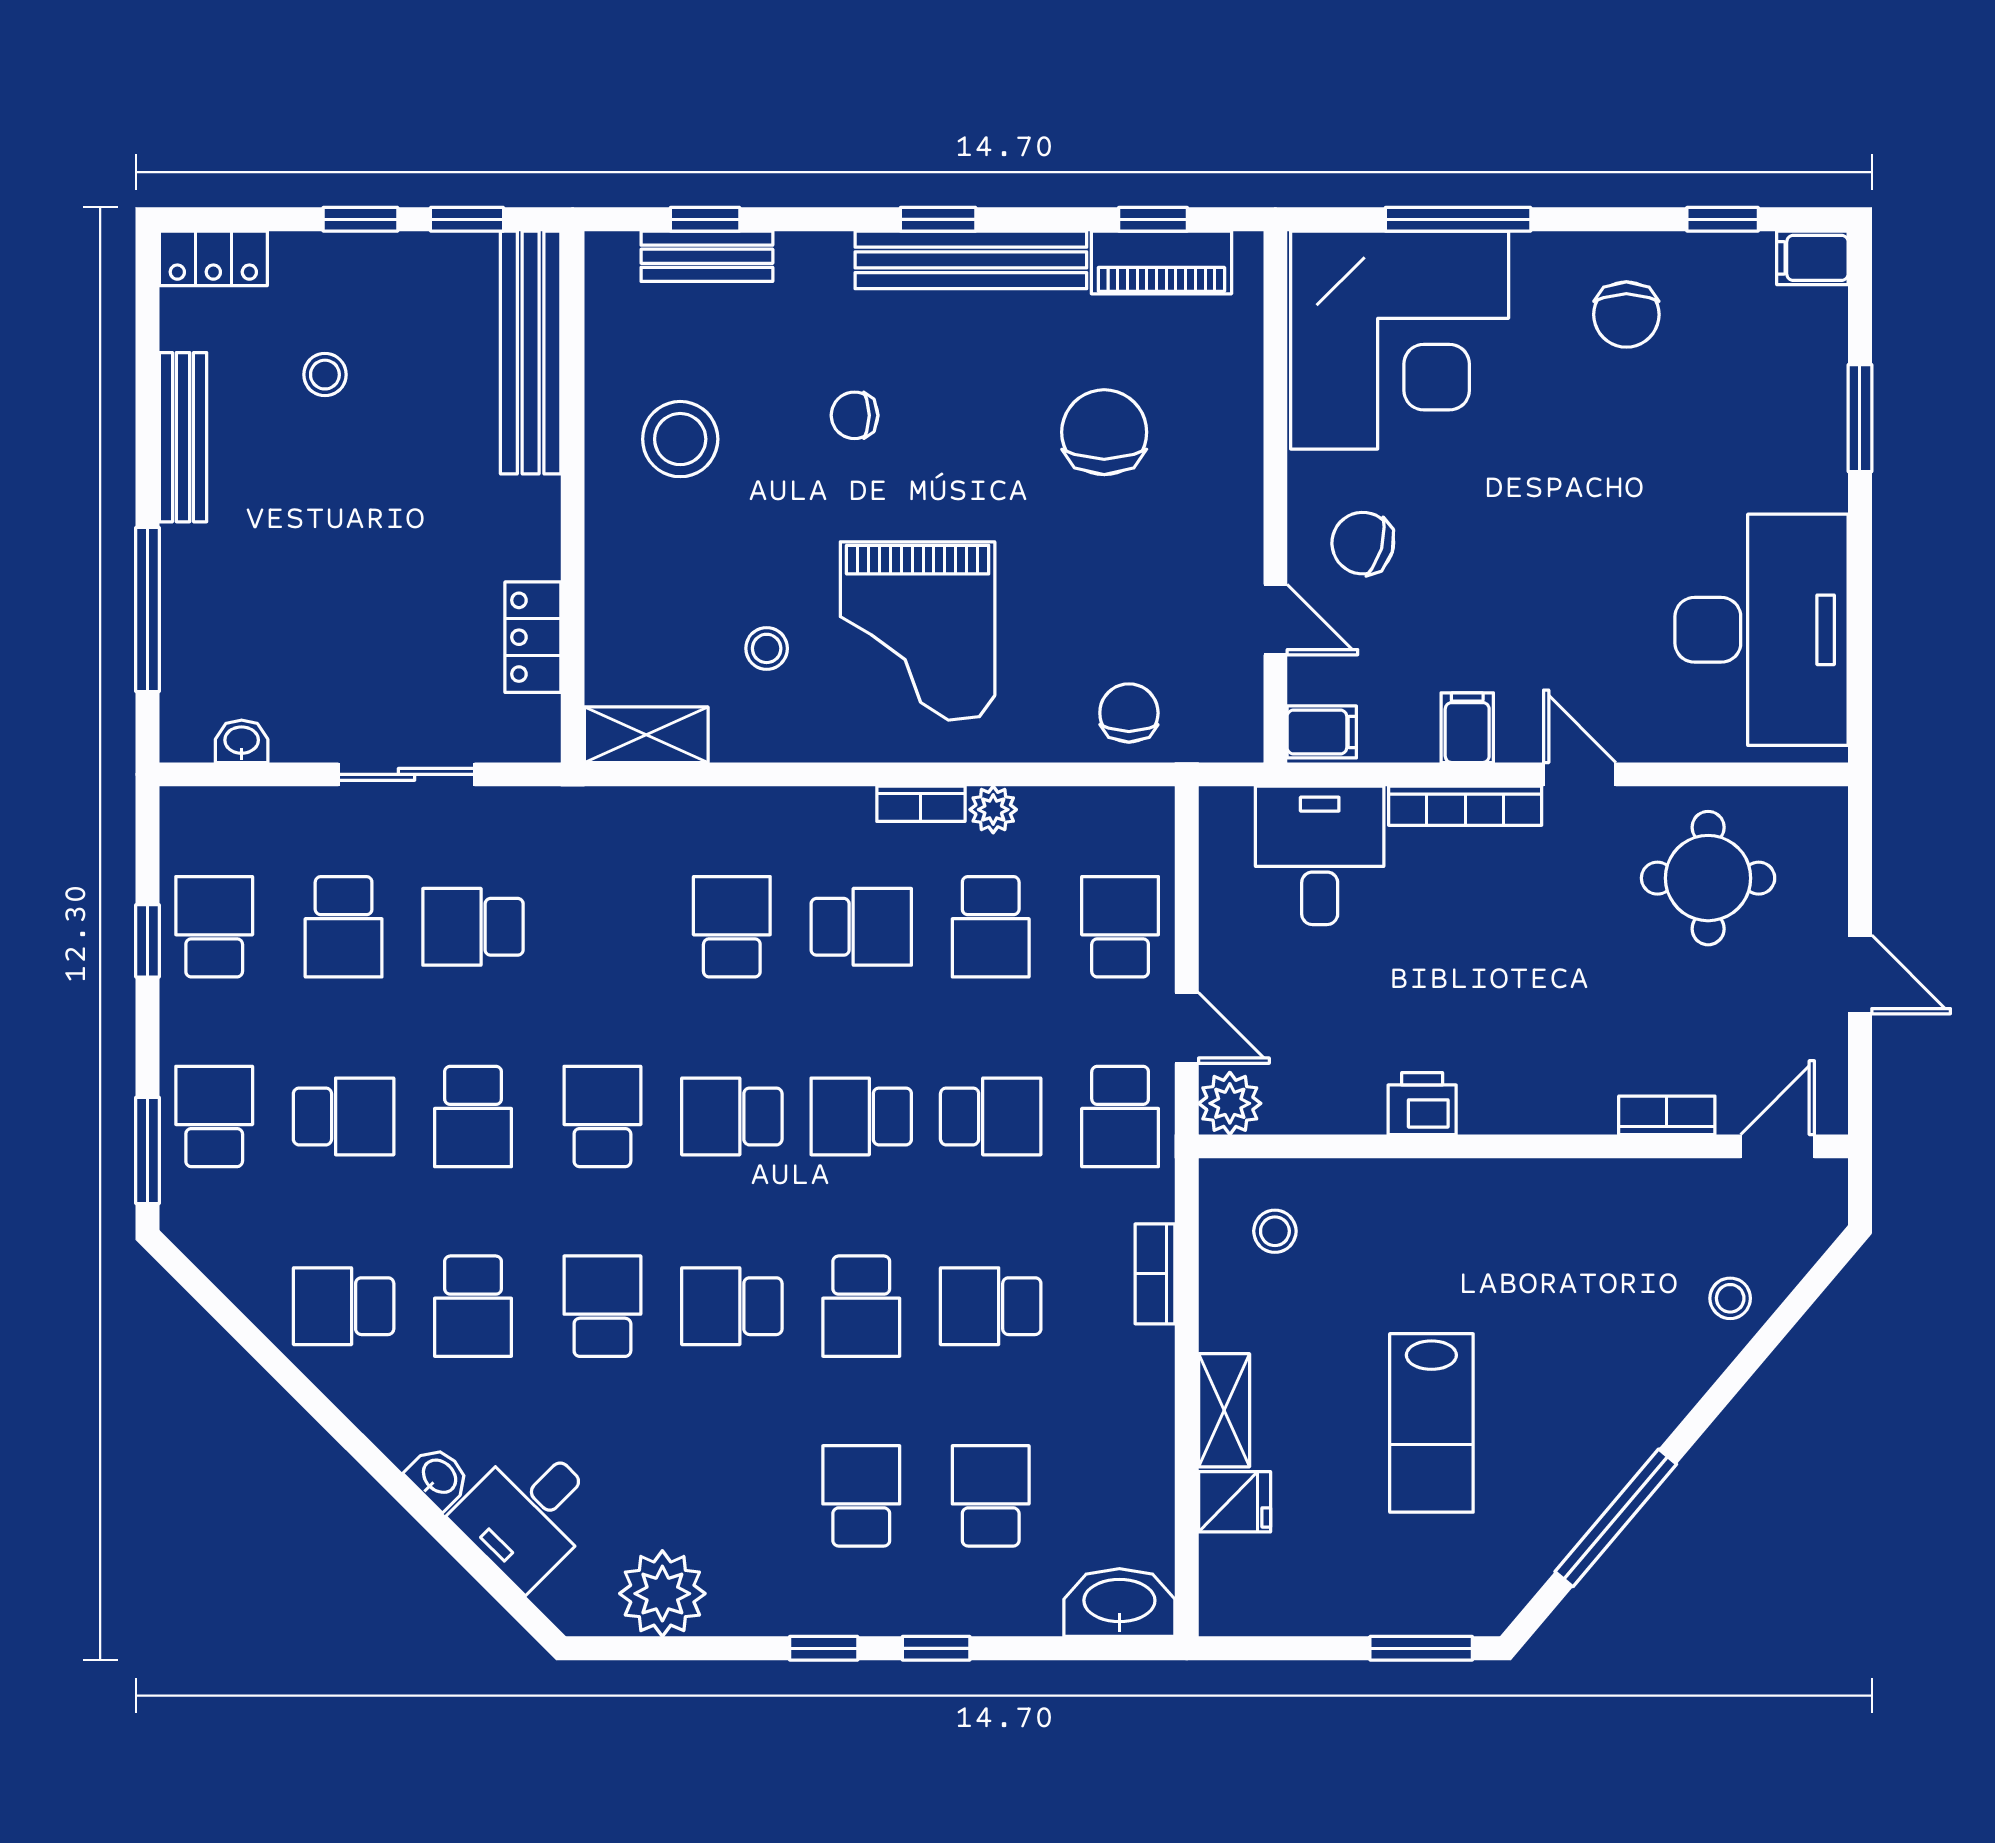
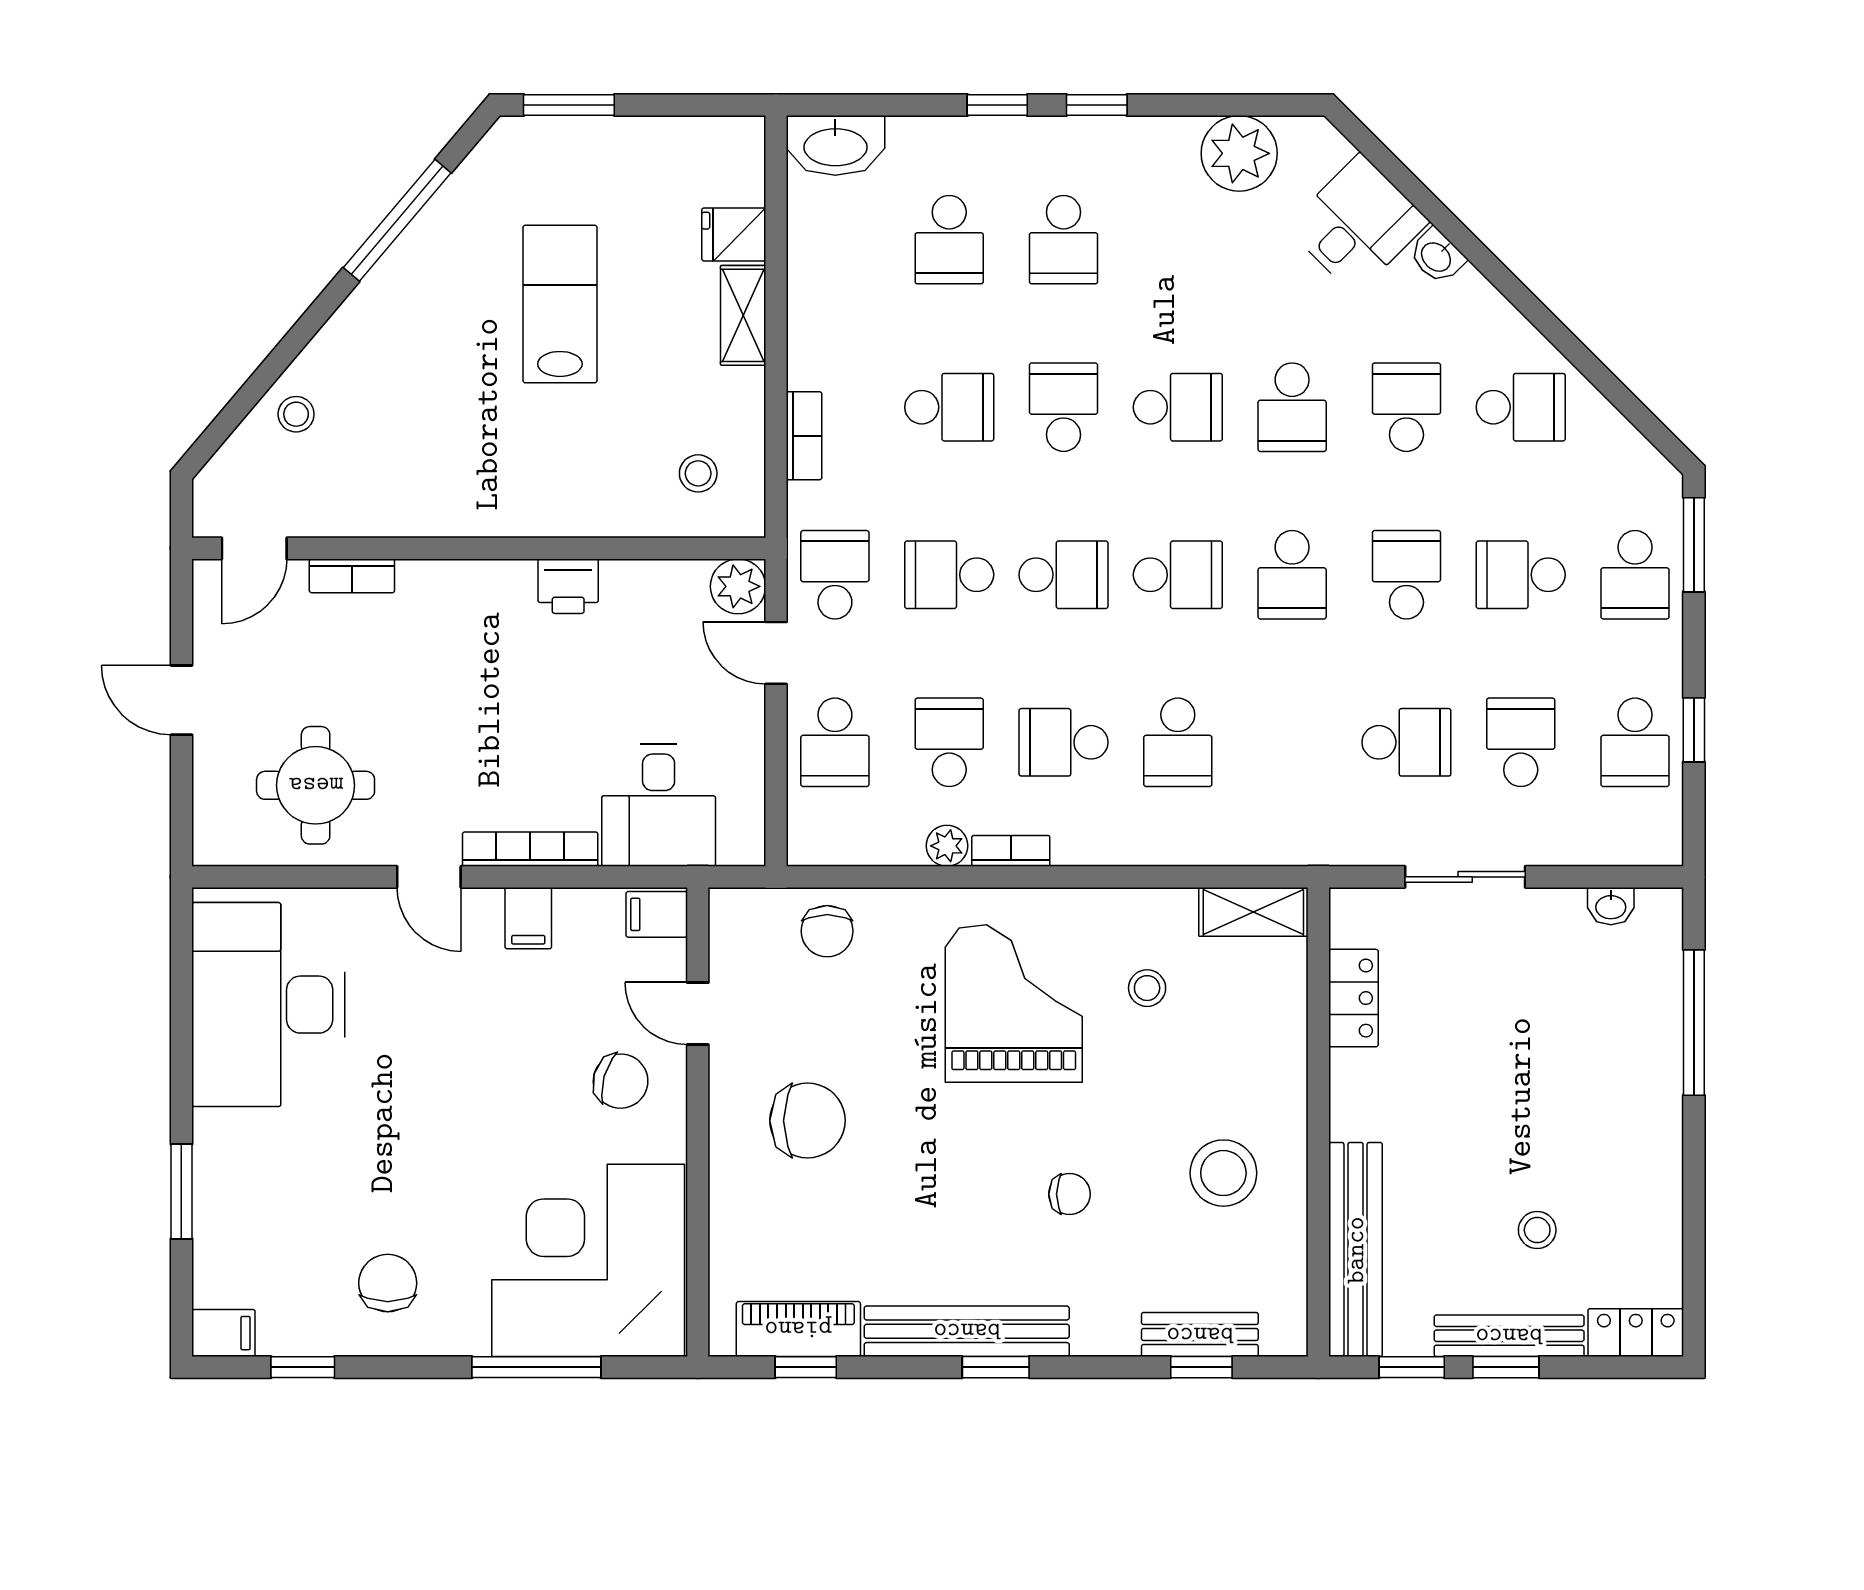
chair: (1104, 432) -> (808, 1121), moved, turned -90
bench: (183, 437) -> (1509, 1336), moved, turned 90

